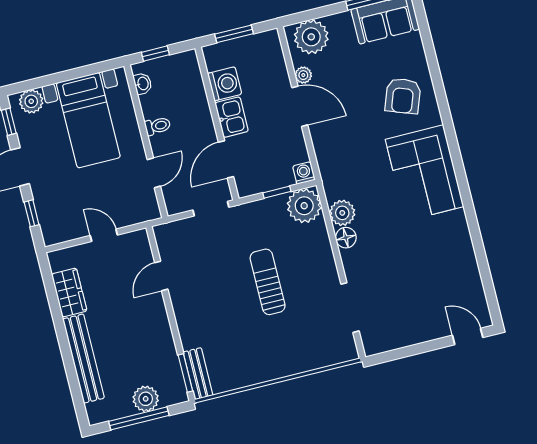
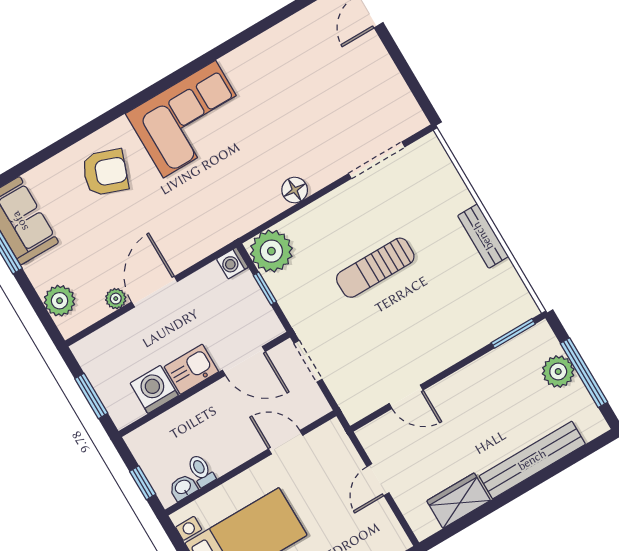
plant: (311, 37) -> (60, 301), width x0.73, depth x0.73
toilet: (158, 126) -> (201, 471), moved
plant: (342, 213) -> (266, 203), removed
bench: (198, 374) -> (483, 236), moved, turned 90

